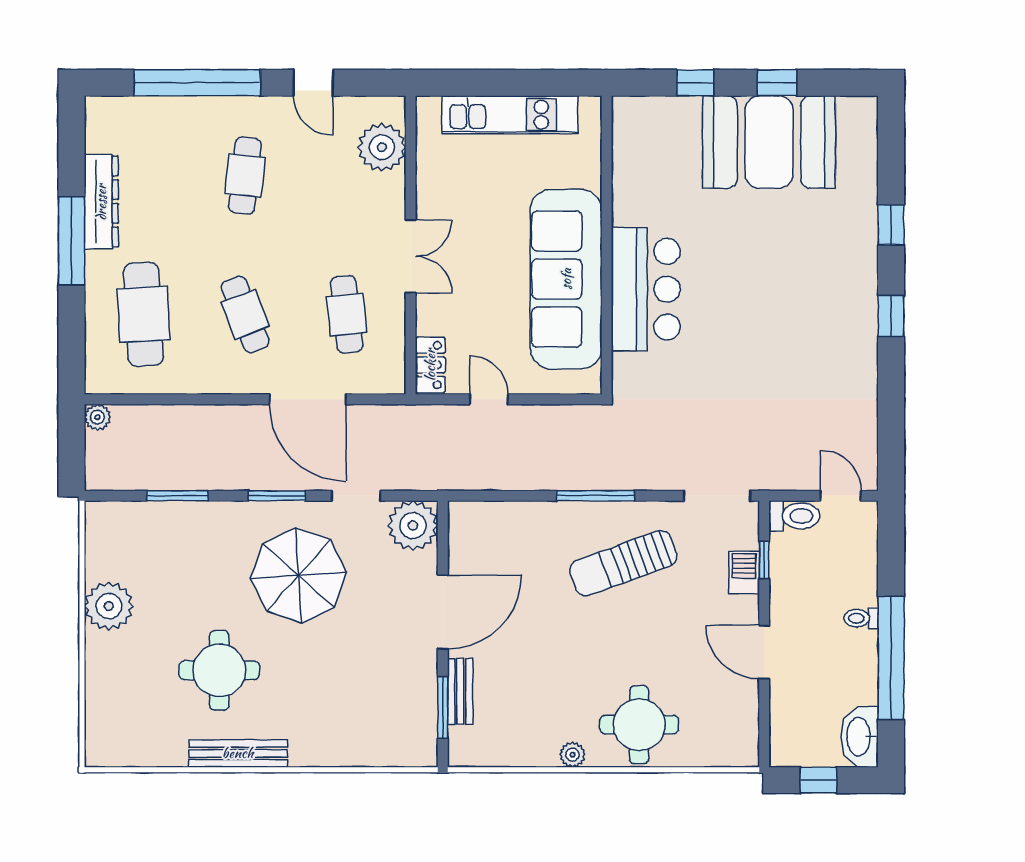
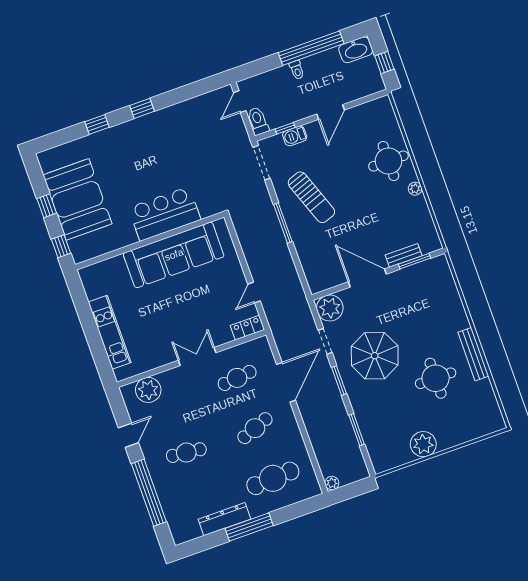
wall: (607, 245) -> (150, 241), moved
sofa: (566, 279) -> (174, 255), moved
bar counter: (646, 289) -> (165, 214), moved

